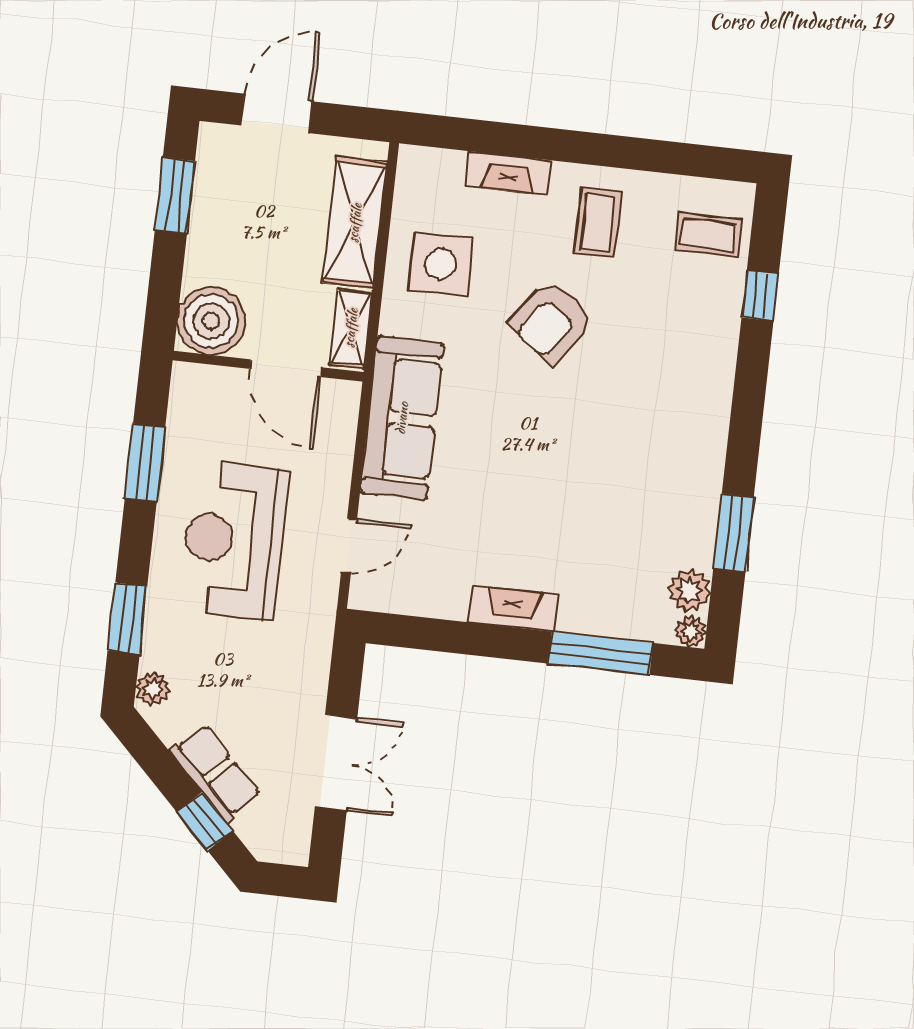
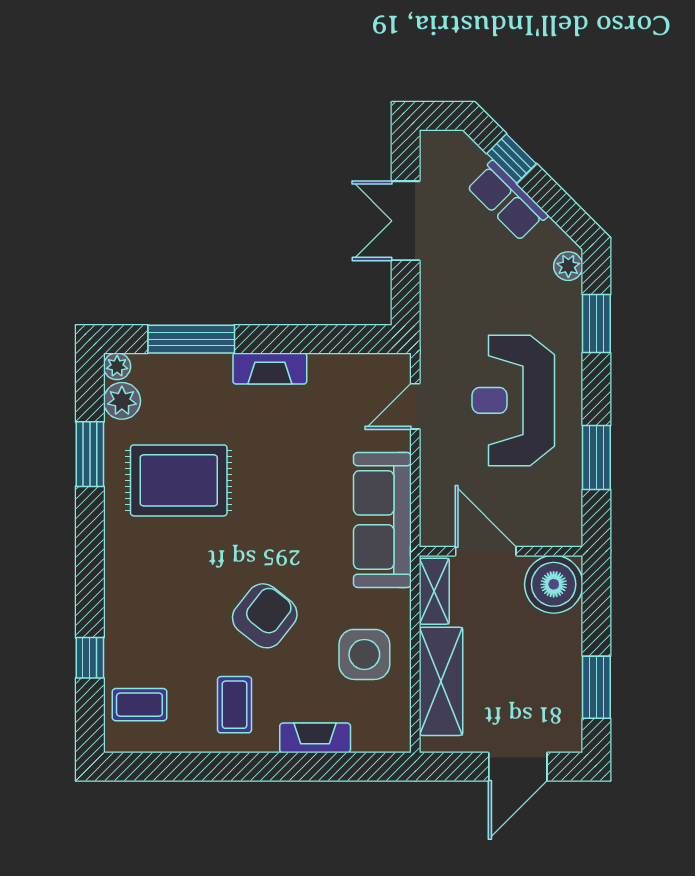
rug: (634, 491) -> (179, 480), added
reception desk: (234, 540) -> (513, 400), turned 180

